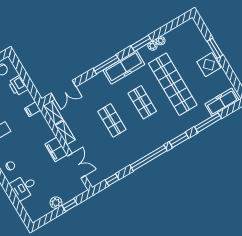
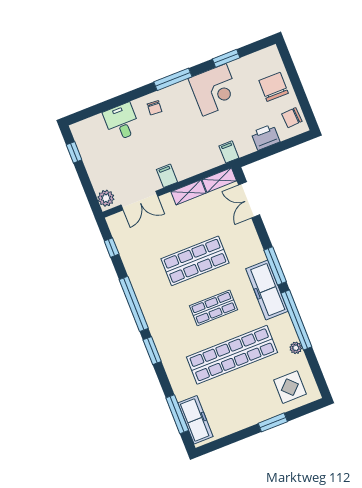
window: (141, 43) -> (296, 320), width x2.11
plant: (152, 46) -> (290, 335), removed
display table: (209, 65) -> (290, 387), moved
shop shelf: (112, 120) -> (195, 261), width x1.43, depth x1.36
window: (208, 123) -> (177, 414), moved
filing cabinet: (56, 149) -> (167, 176), width x0.50
plant: (56, 203) -> (106, 198), moved
window: (70, 205) -> (74, 152), moved

